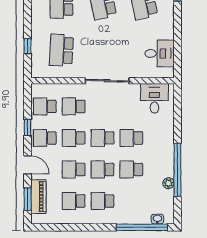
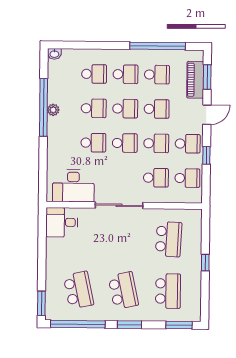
window: (28, 46) -> (205, 263), moved
desk: (160, 53) -> (62, 222), moved
desk: (154, 98) -> (73, 186), width x1.37
door: (28, 165) -> (207, 115), swing flipped
plant: (169, 183) -> (53, 110), moved
school desk: (131, 201) -> (94, 74), added
washbasin: (157, 219) -> (54, 54), moved
window: (142, 227) -> (158, 46), moved

